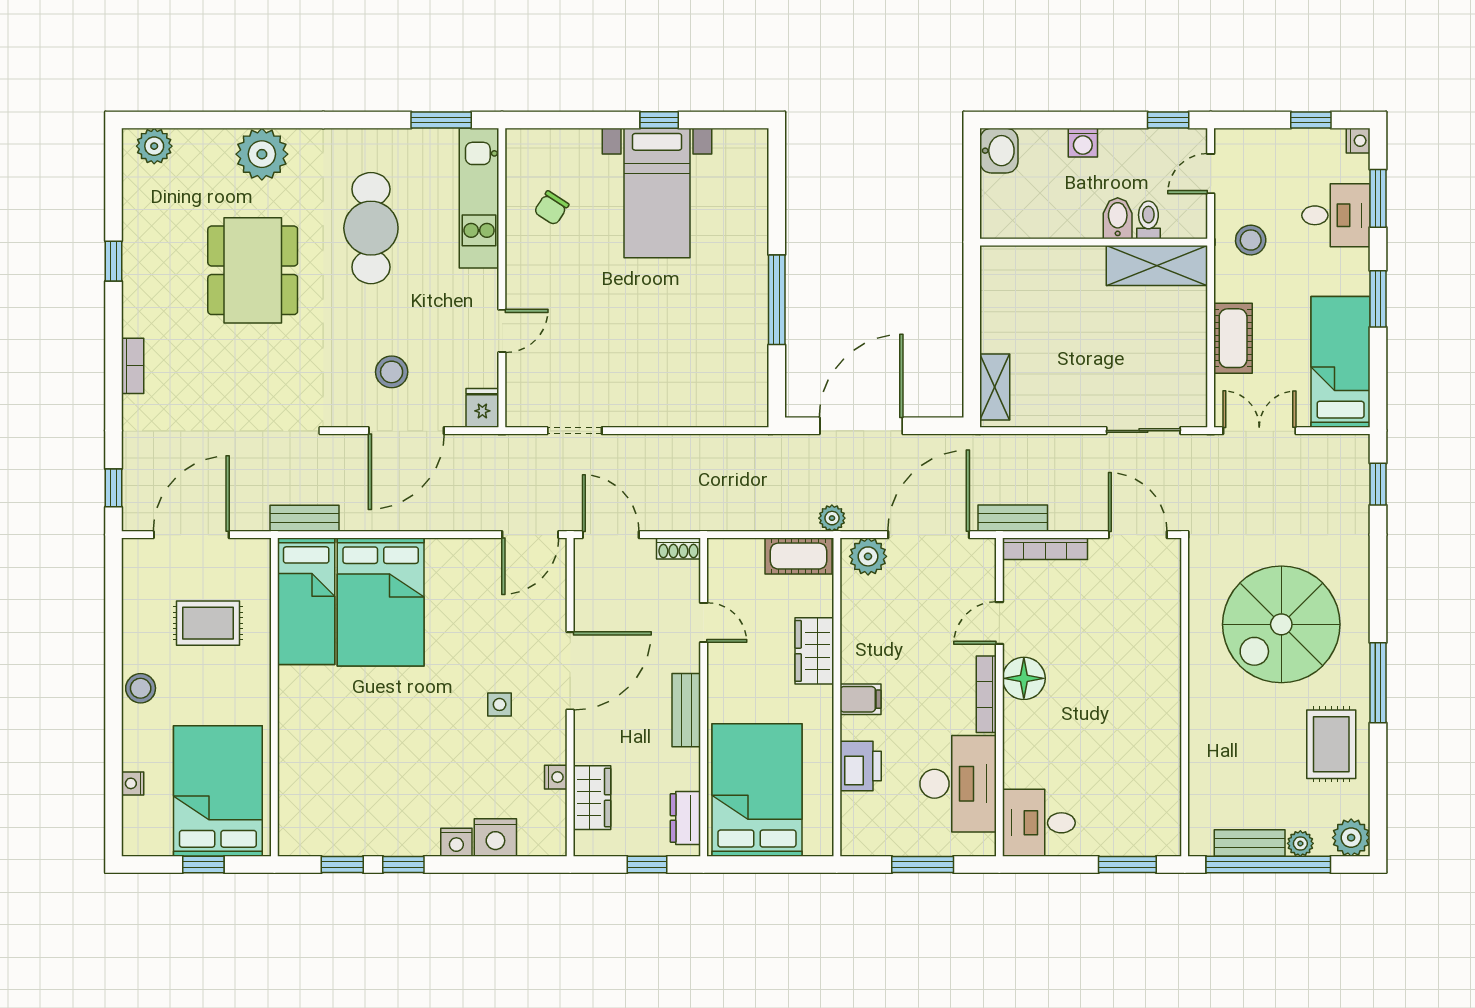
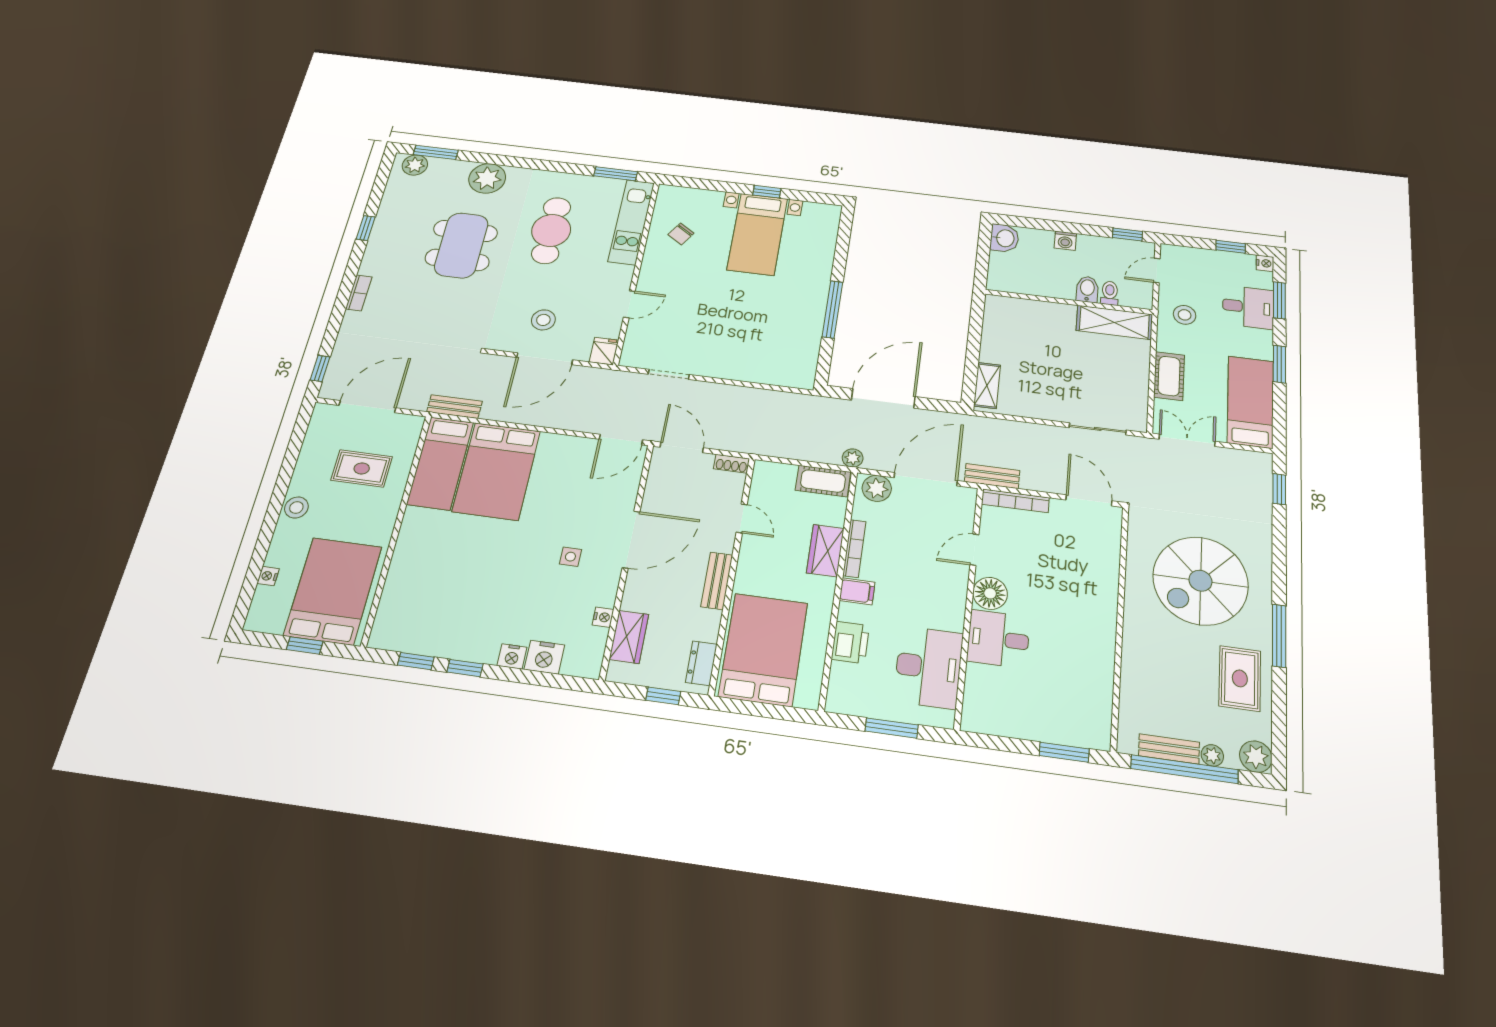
window: (178, 120) -> (436, 152), added
bookcase: (986, 694) -> (854, 549), moved, turned 180
desk: (1039, 823) -> (998, 639), moved

